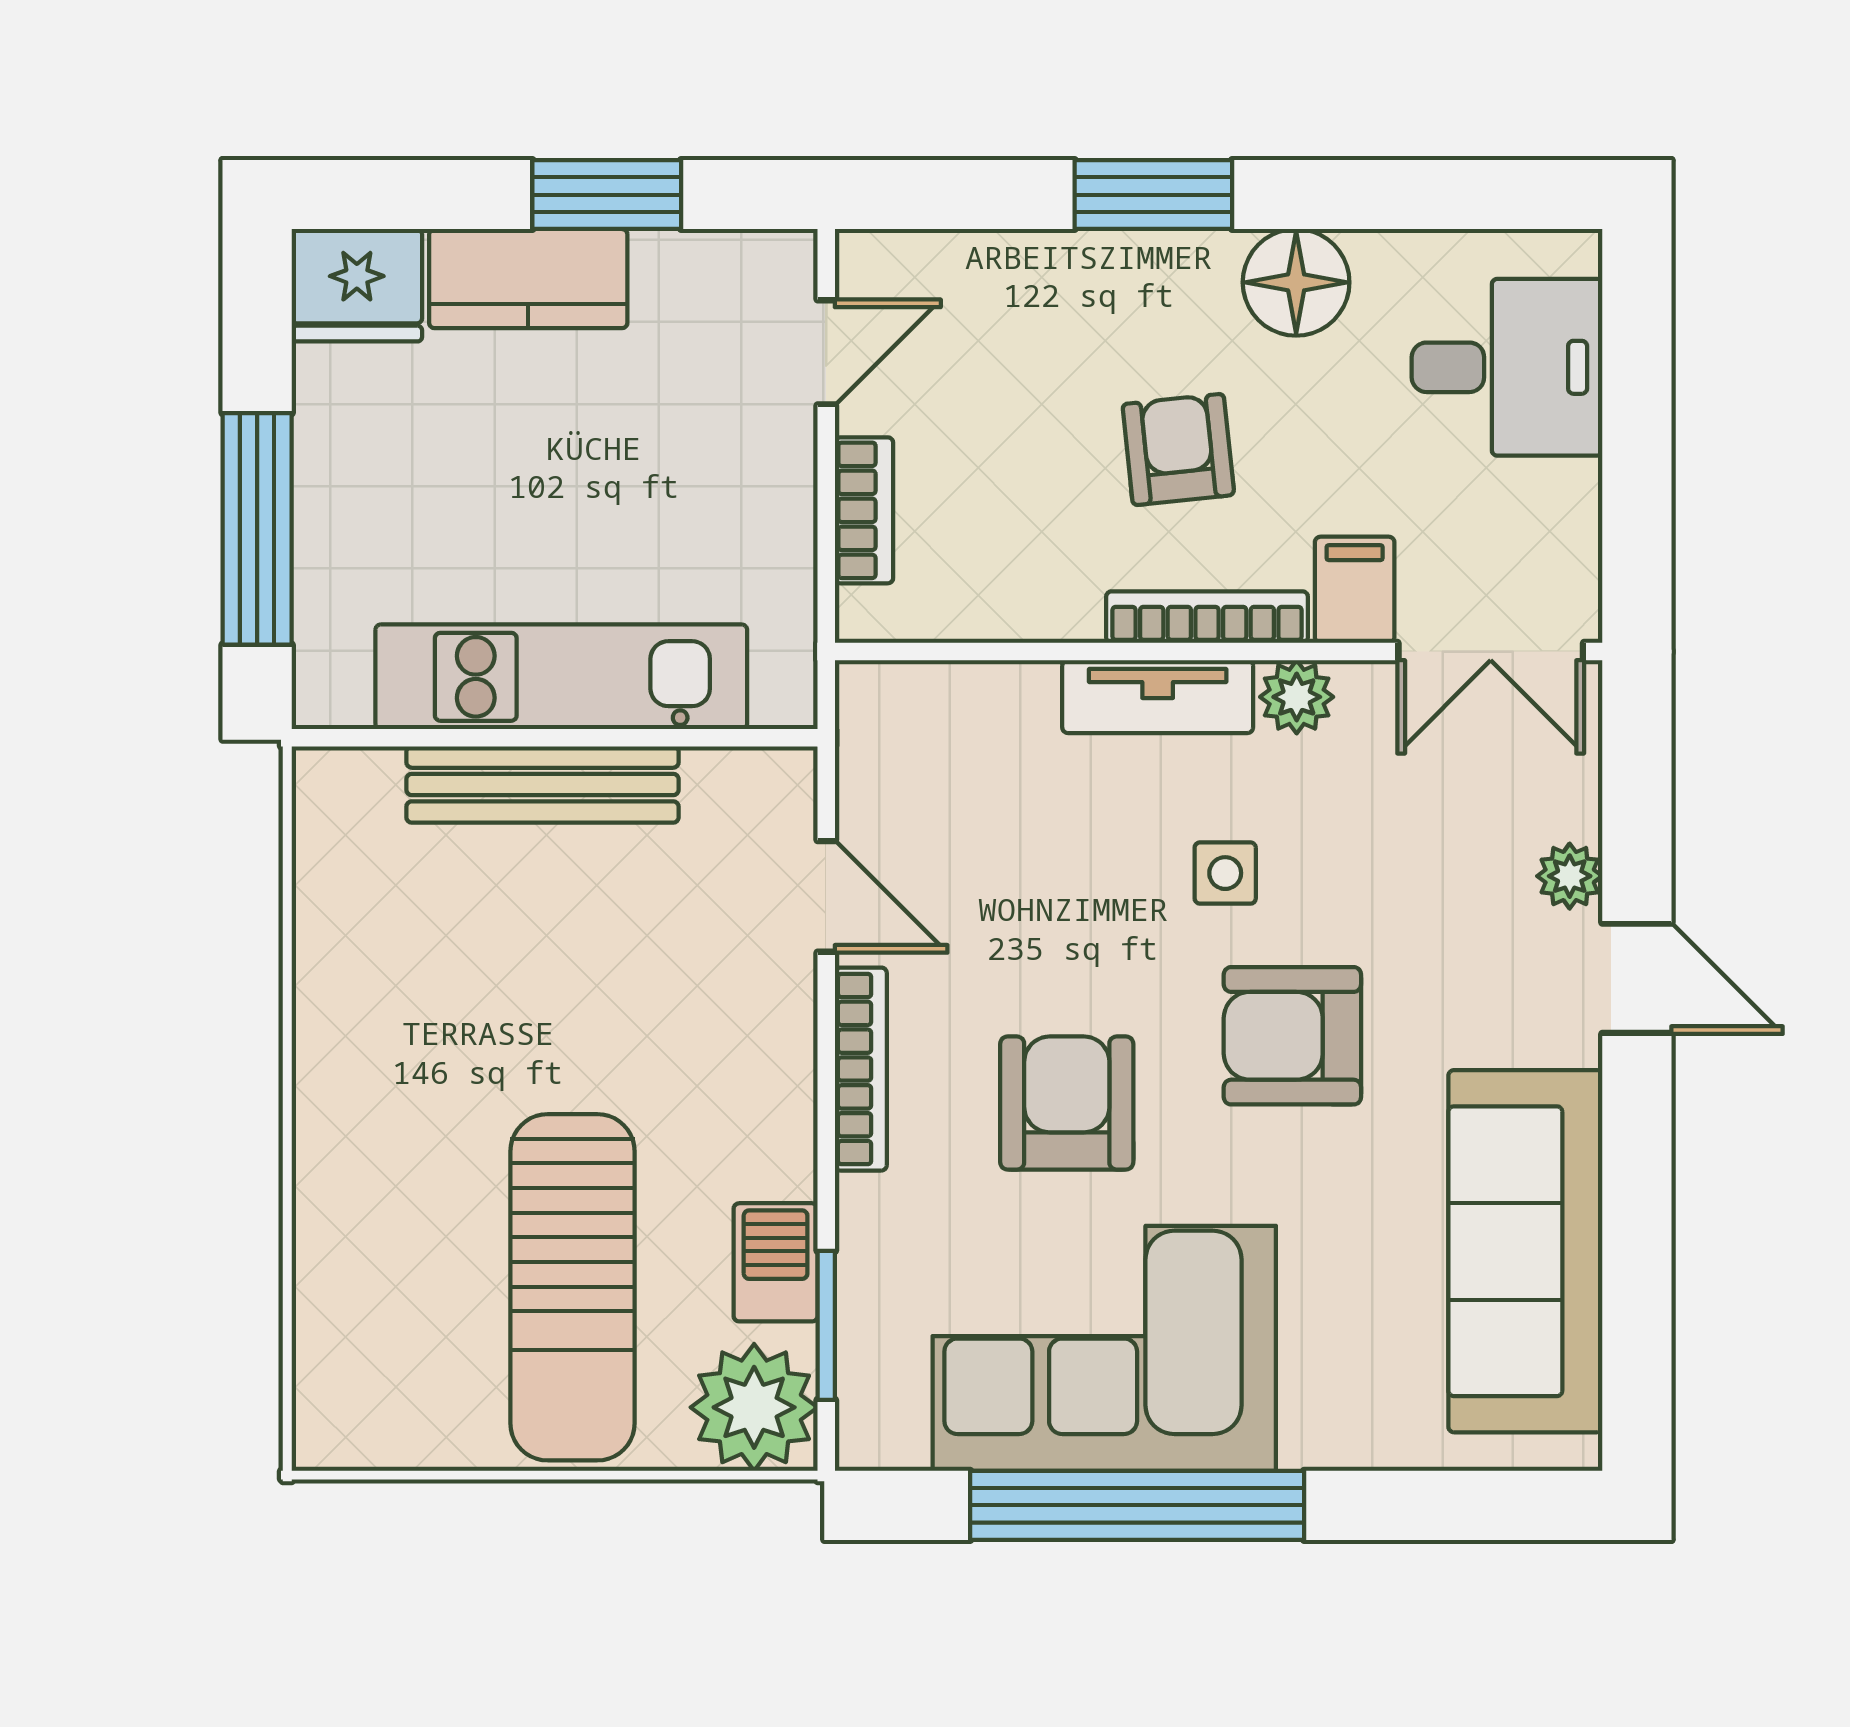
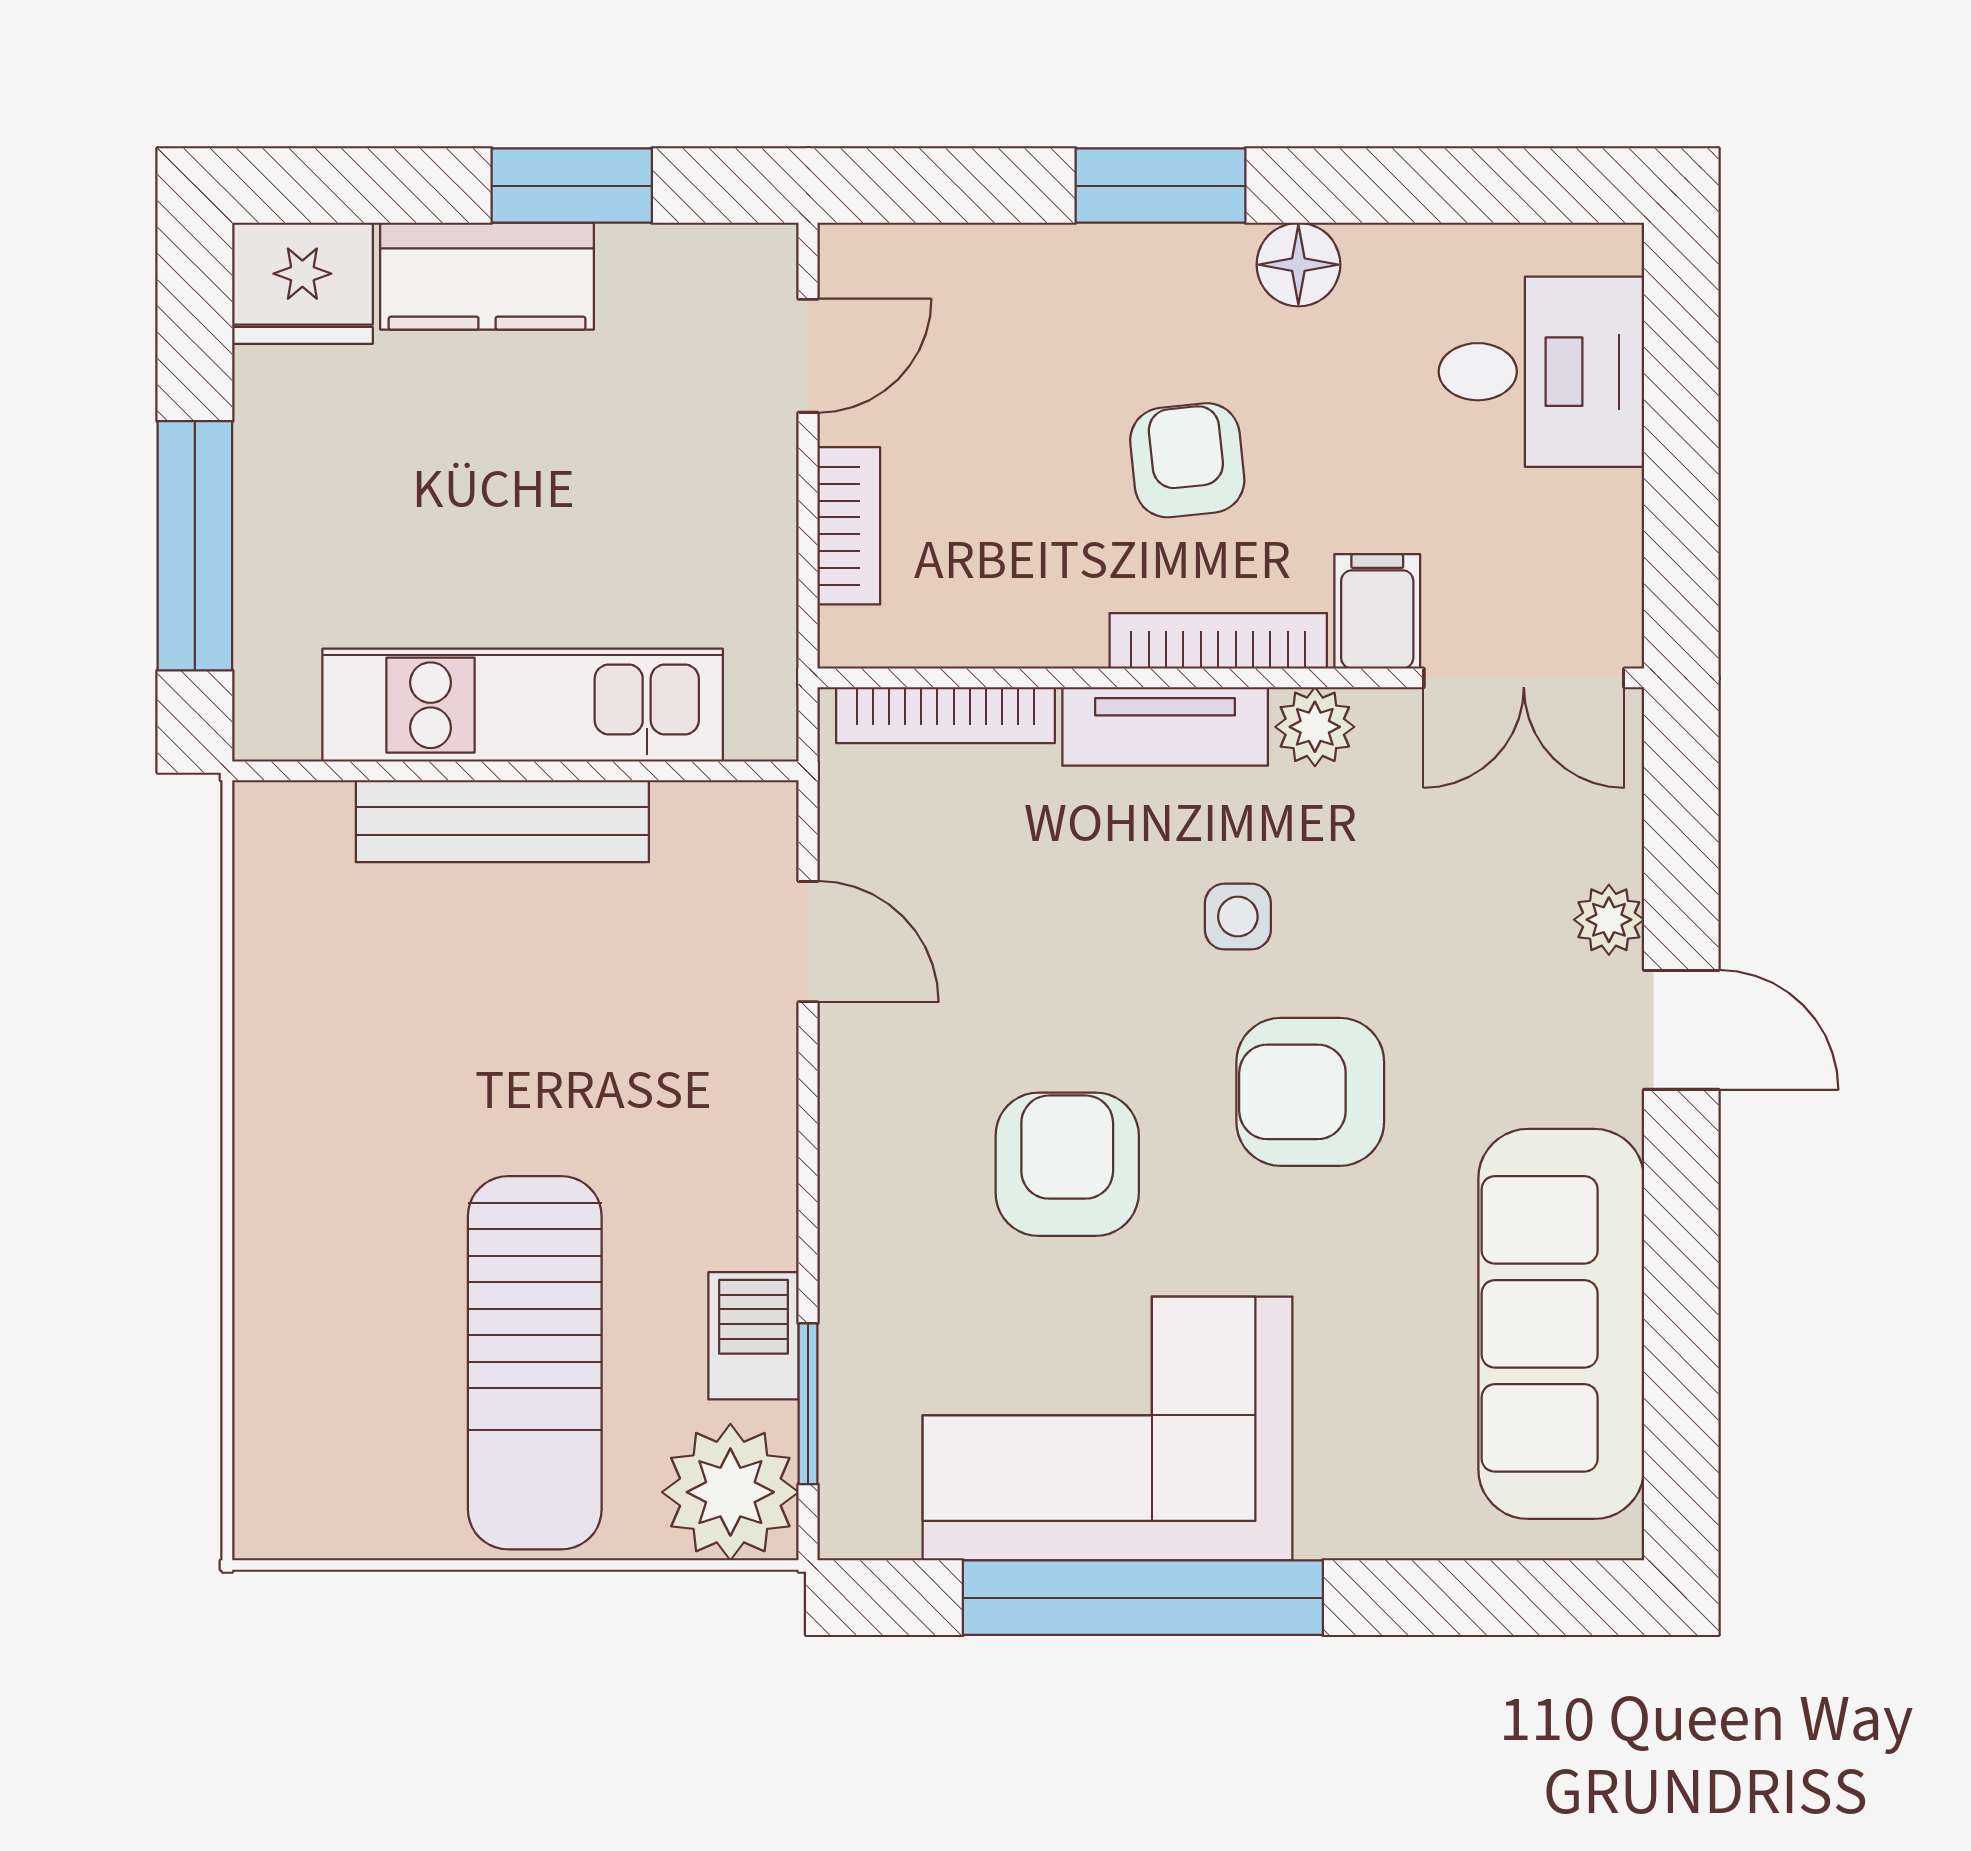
floor lamp: (1296, 282) -> (1298, 265), width x0.73, depth x0.73
bookcase: (861, 1069) -> (946, 715), moved, turned 90

